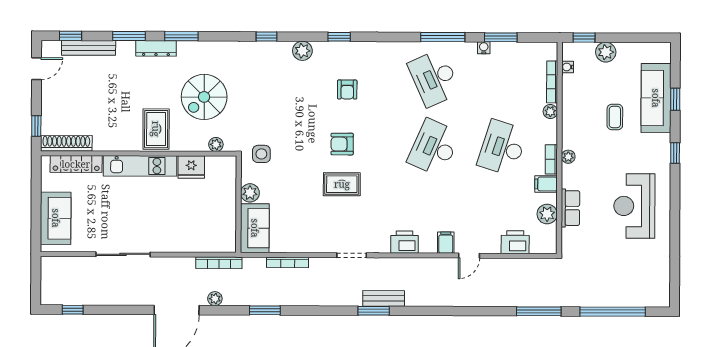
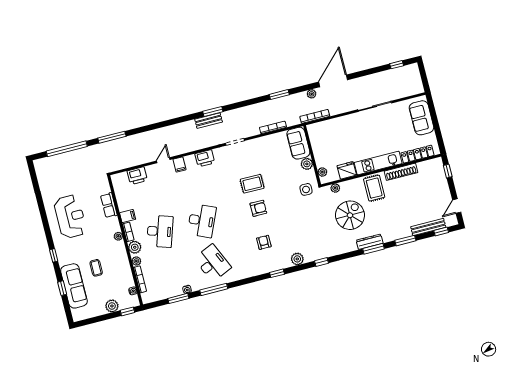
dresser: (156, 48) -> (370, 242), moved
shoe rack: (66, 143) -> (401, 172), moved
plant: (229, 174) -> (322, 172), added
plant: (547, 214) -> (135, 247), moved

